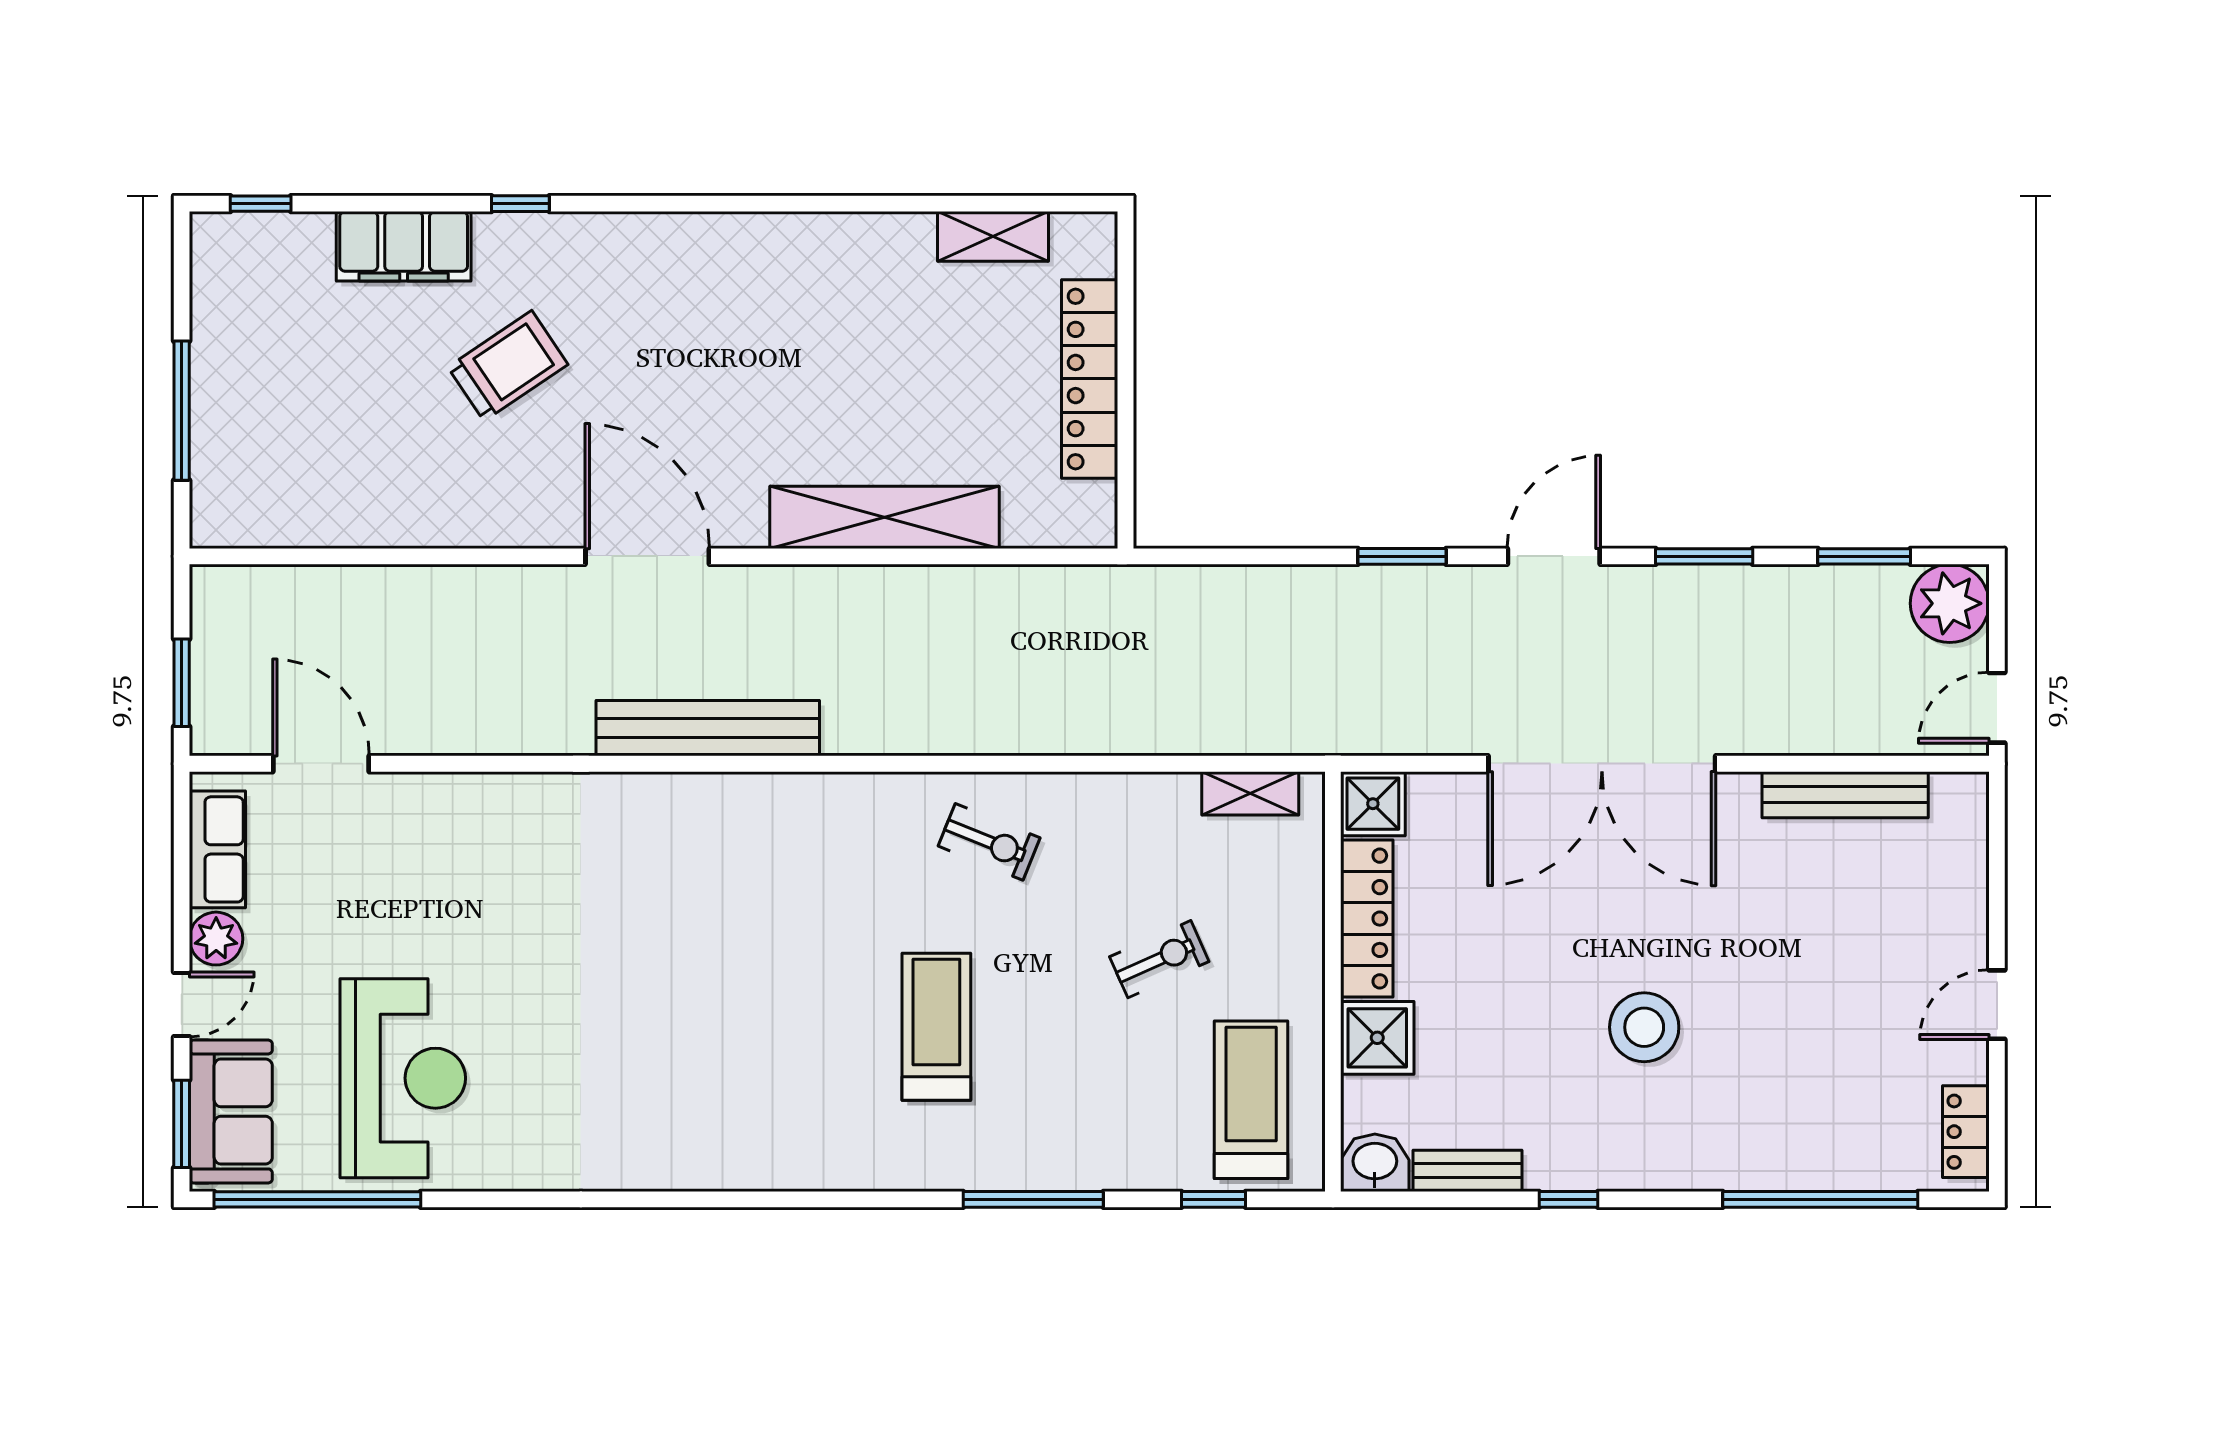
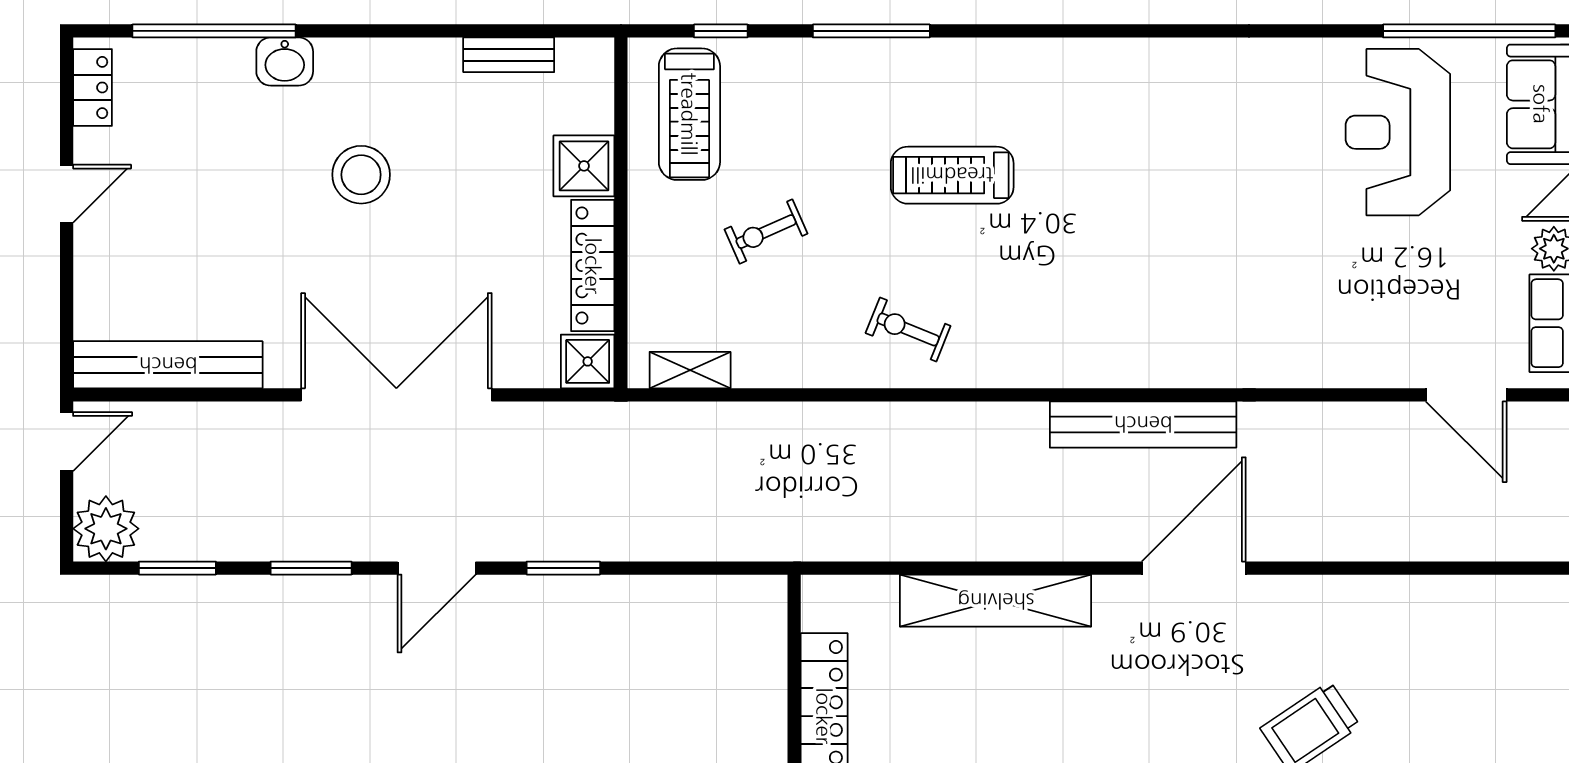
door: (647, 556) -> (1194, 568), swing flipped
bench: (1845, 795) -> (168, 365), width x1.37, depth x1.21
treadmill: (936, 1027) -> (952, 175), turned 90
washbasin: (1375, 1163) -> (285, 62), moved
window: (1568, 1199) -> (424, 31), removed

